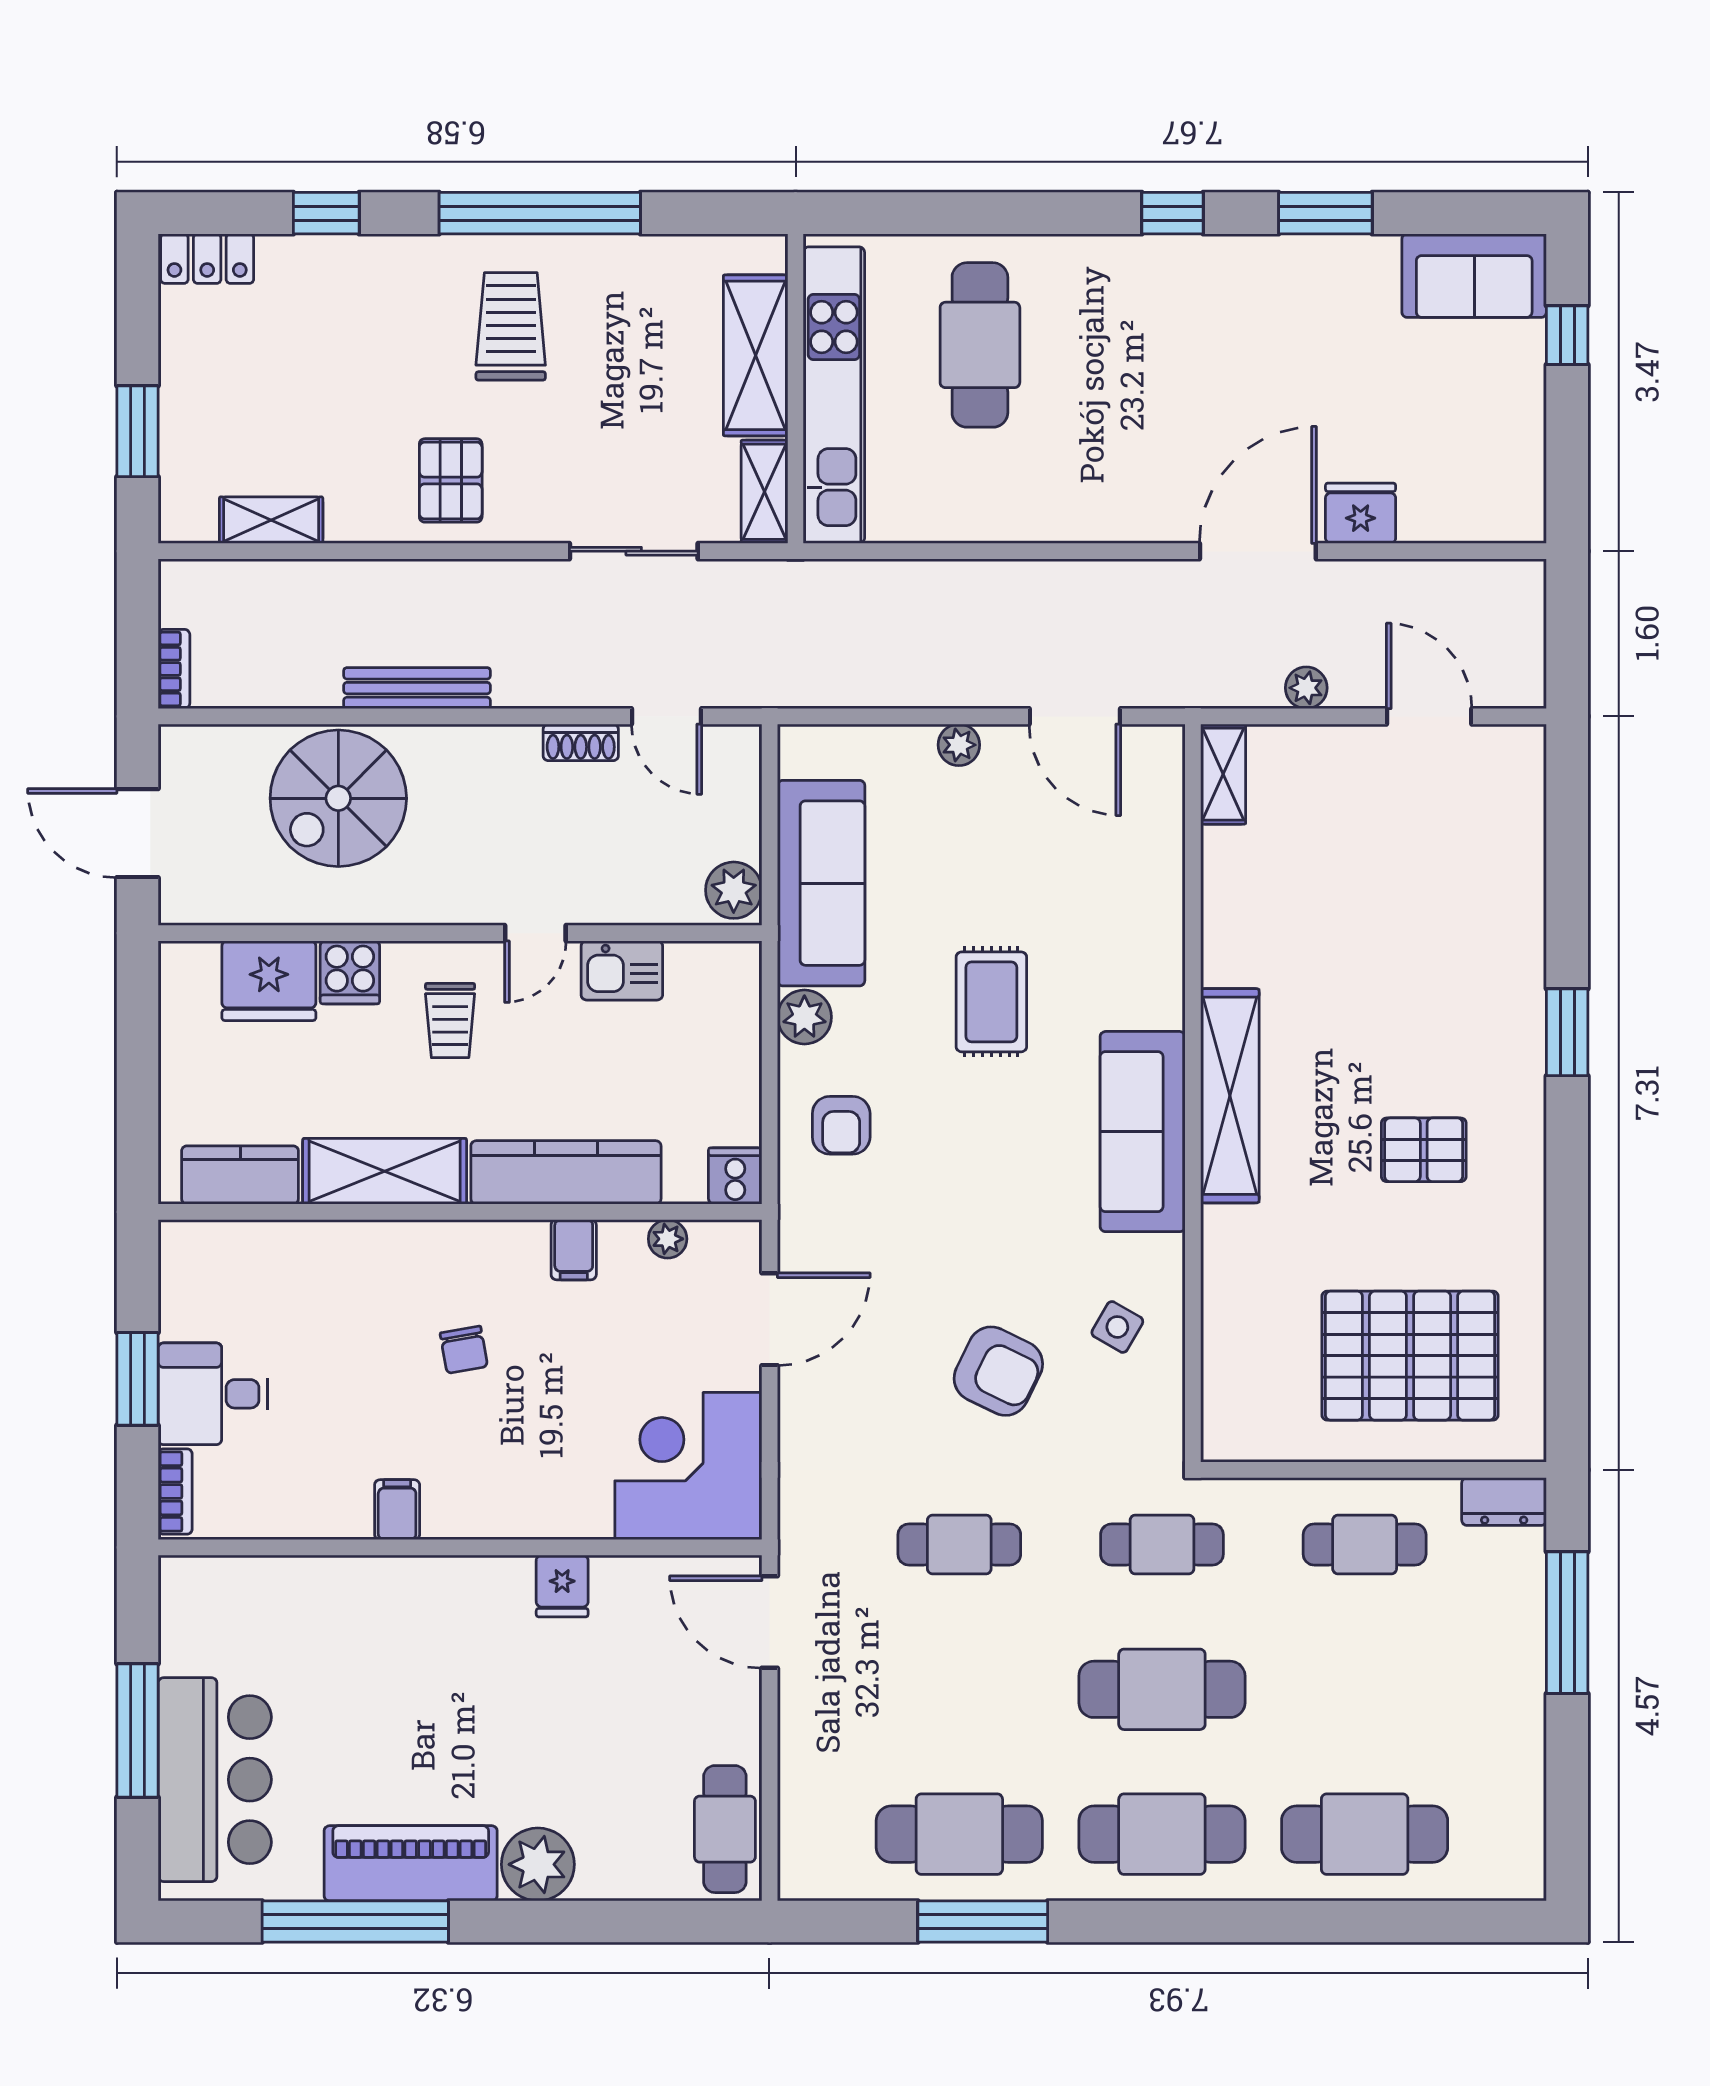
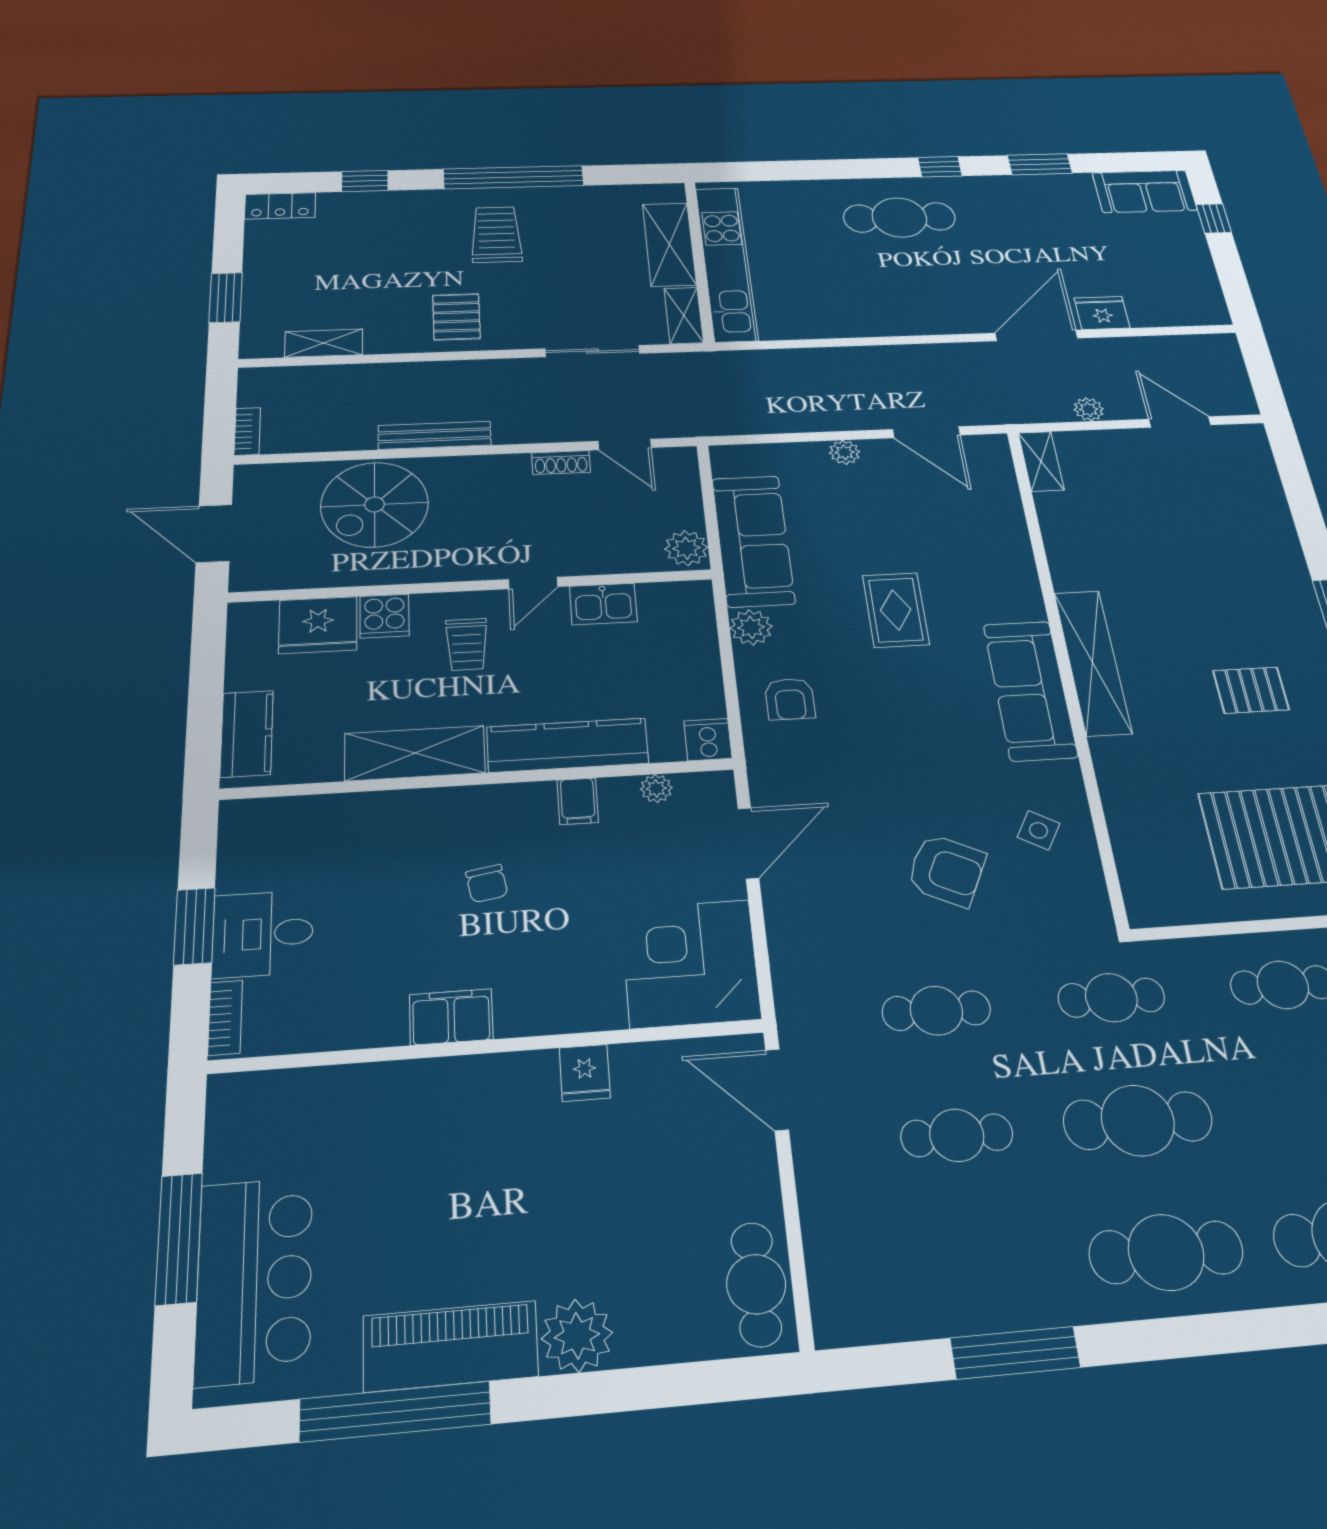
cafe table: (980, 345) -> (899, 217), moved, turned 90
kitchen counter: (240, 1175) -> (247, 734), moved, turned 90
filing cabinet: (397, 1510) -> (451, 1017), width x2.00
cafe table: (959, 1834) -> (957, 1135), moved, width x0.73, depth x0.74

